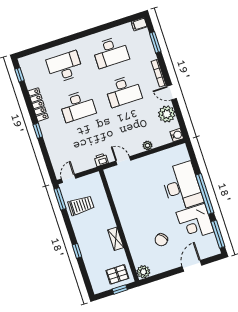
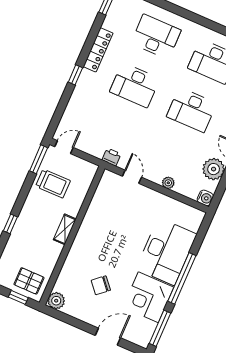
shelving: (116, 239) -> (65, 229), moved

